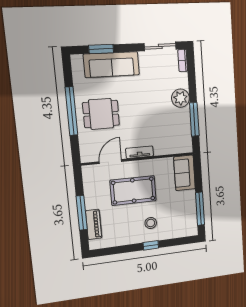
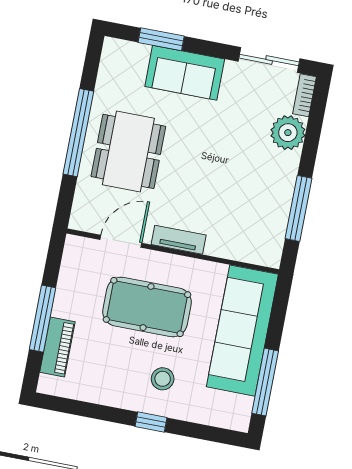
sofa: (111, 65) -> (185, 73), width x0.73
plant: (180, 98) -> (288, 133), moved
dining table: (101, 114) -> (128, 151), width x1.38
sofa: (184, 173) -> (242, 331), width x1.85, depth x1.27

